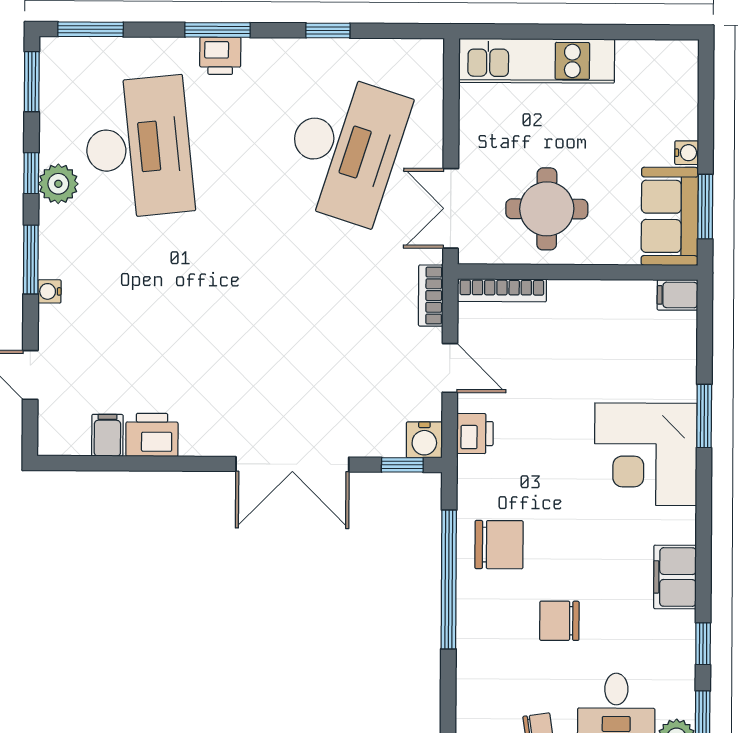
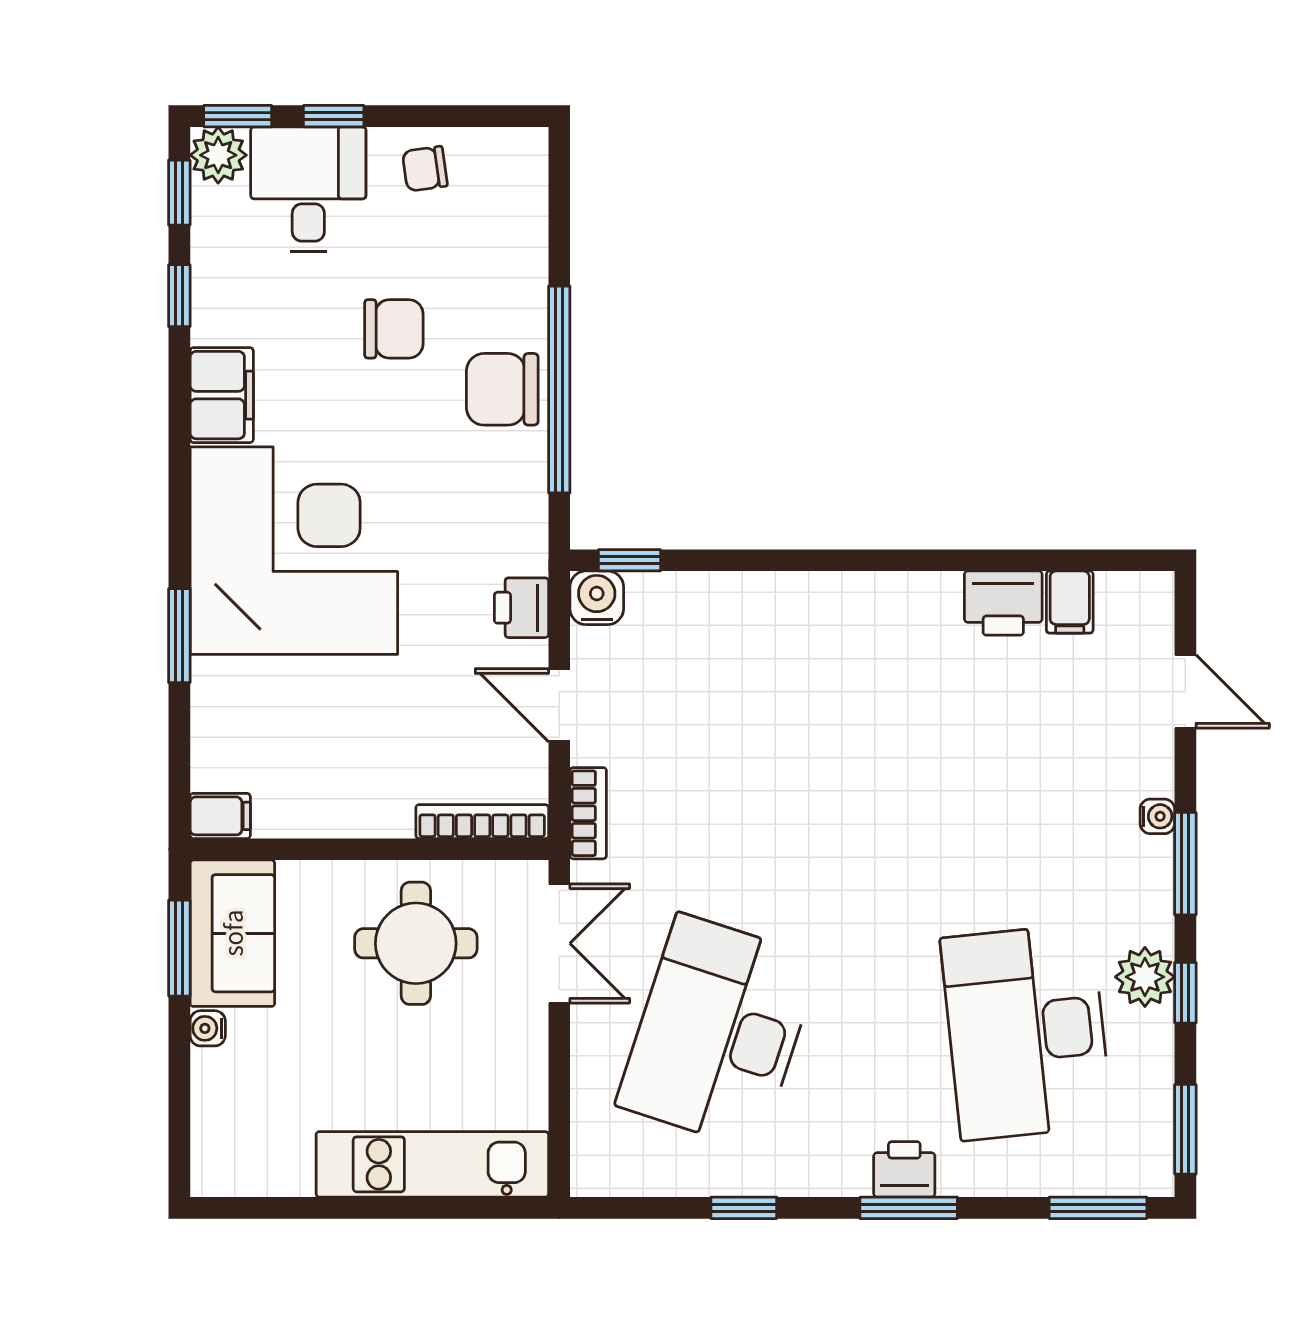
corner desk: (646, 454) -> (294, 551), width x1.36, depth x1.36
double door: (292, 464) -> (793, 560), removed
chair: (499, 545) -> (502, 389), moved

